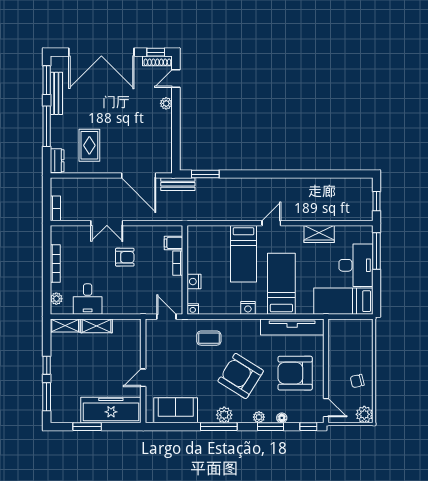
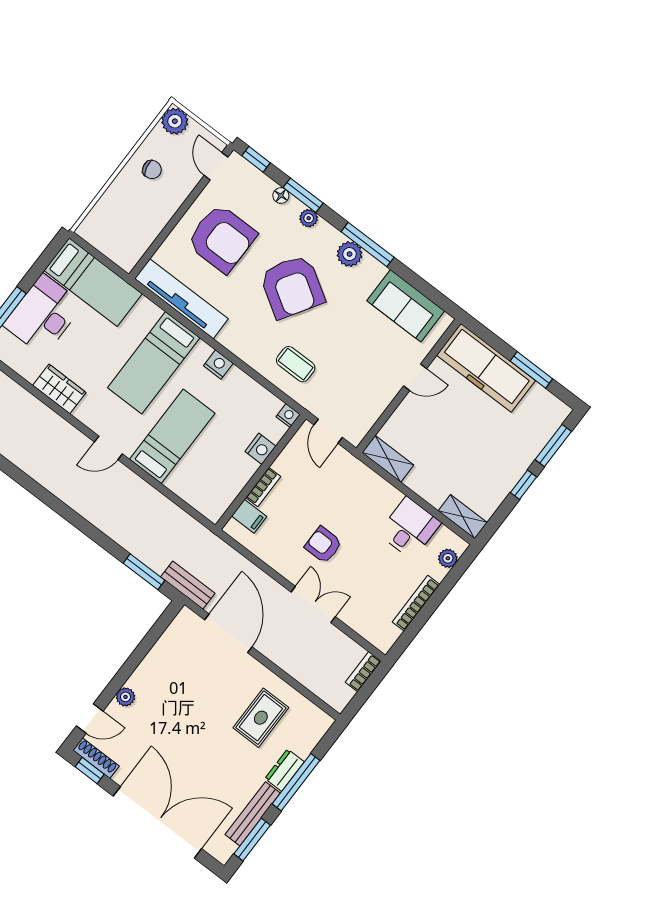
dresser: (57, 161) -> (285, 770), moved
shelving: (97, 326) -> (388, 459), moved

